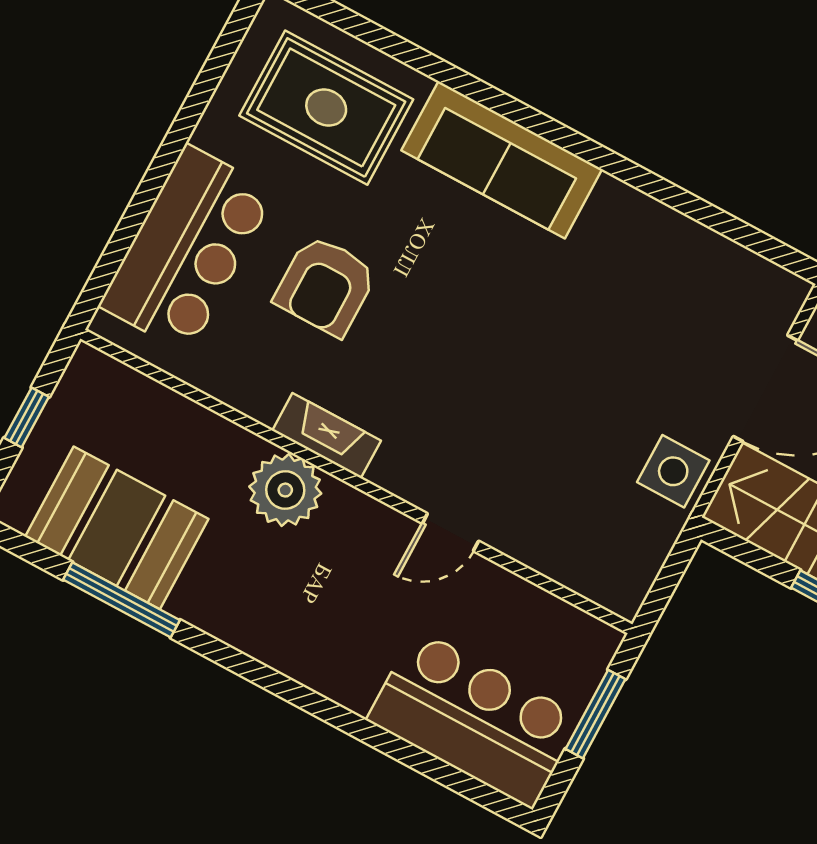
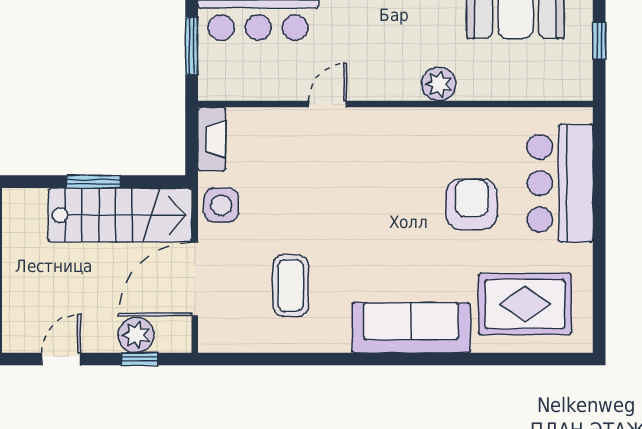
coffee table: (637, 308) -> (291, 286), added
fireplace: (327, 436) -> (212, 139), moved, turned -90
plant: (285, 490) -> (439, 84), width x0.73, depth x0.73

